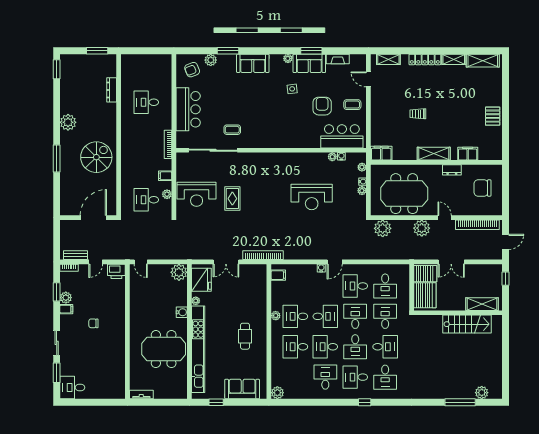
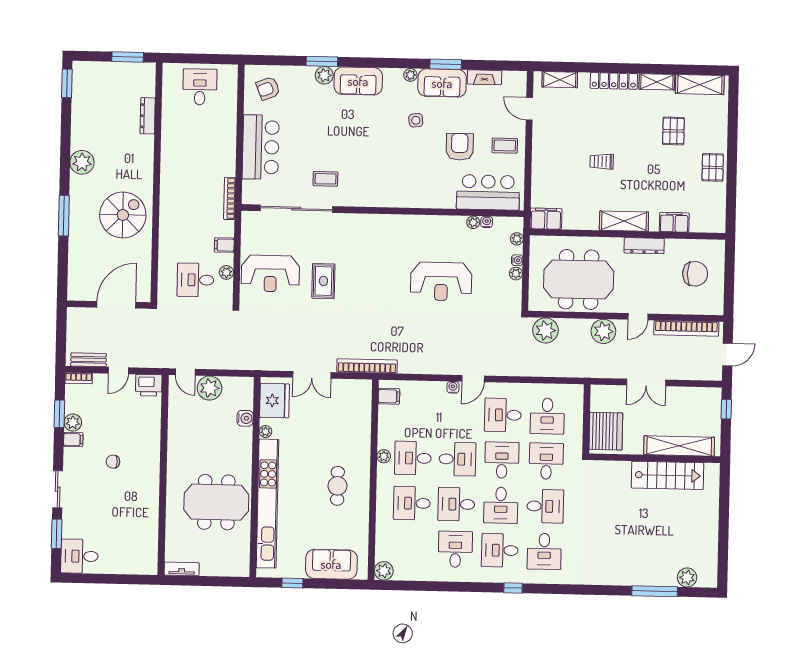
plant: (211, 60) -> (324, 75), moved
pallet: (466, 92) -> (673, 131), added
desk: (146, 102) -> (200, 87), moved, turned 90
dresser: (452, 170) -> (644, 246), width x1.44
chair: (483, 188) -> (695, 274), turned 180
door: (445, 218) -> (638, 317), swing flipped
plant: (179, 272) -> (210, 388), moved
server rack: (425, 274) -> (607, 399), removed
shelving: (482, 304) -> (679, 446), width x1.47
water cooler: (182, 312) -> (245, 418), moved

